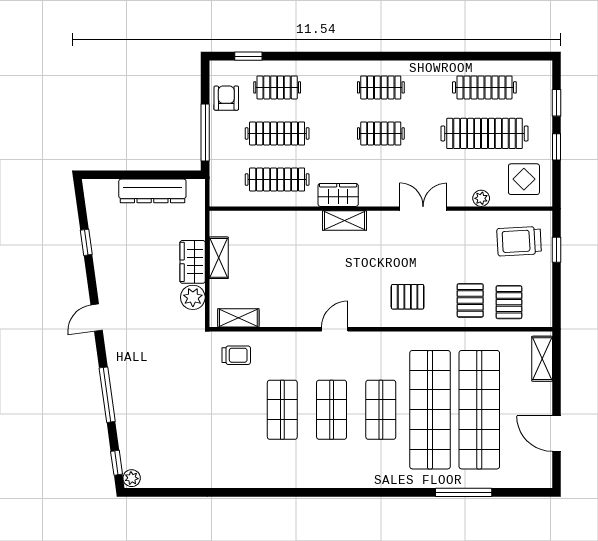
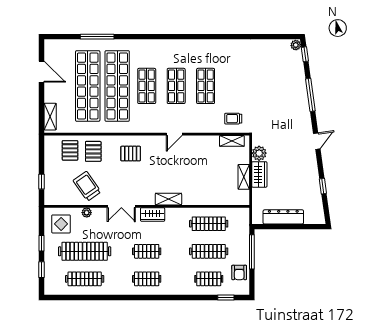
wardrobe: (338, 195) -> (153, 215), moved
trolley: (519, 241) -> (87, 186), moved, turned -122

